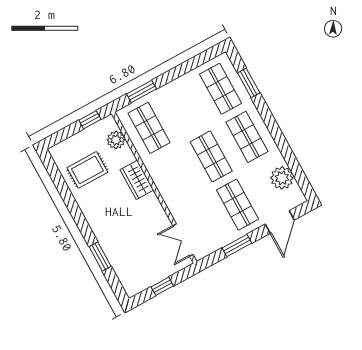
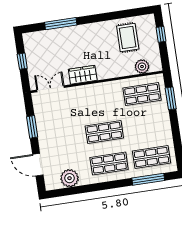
window: (249, 83) -> (148, 179), width x1.44
window: (90, 120) -> (161, 34), moved
wardrobe: (137, 180) -> (83, 75), moved
shop shelf: (238, 205) -> (62, 138), removed
window: (100, 257) -> (61, 24), width x1.44

